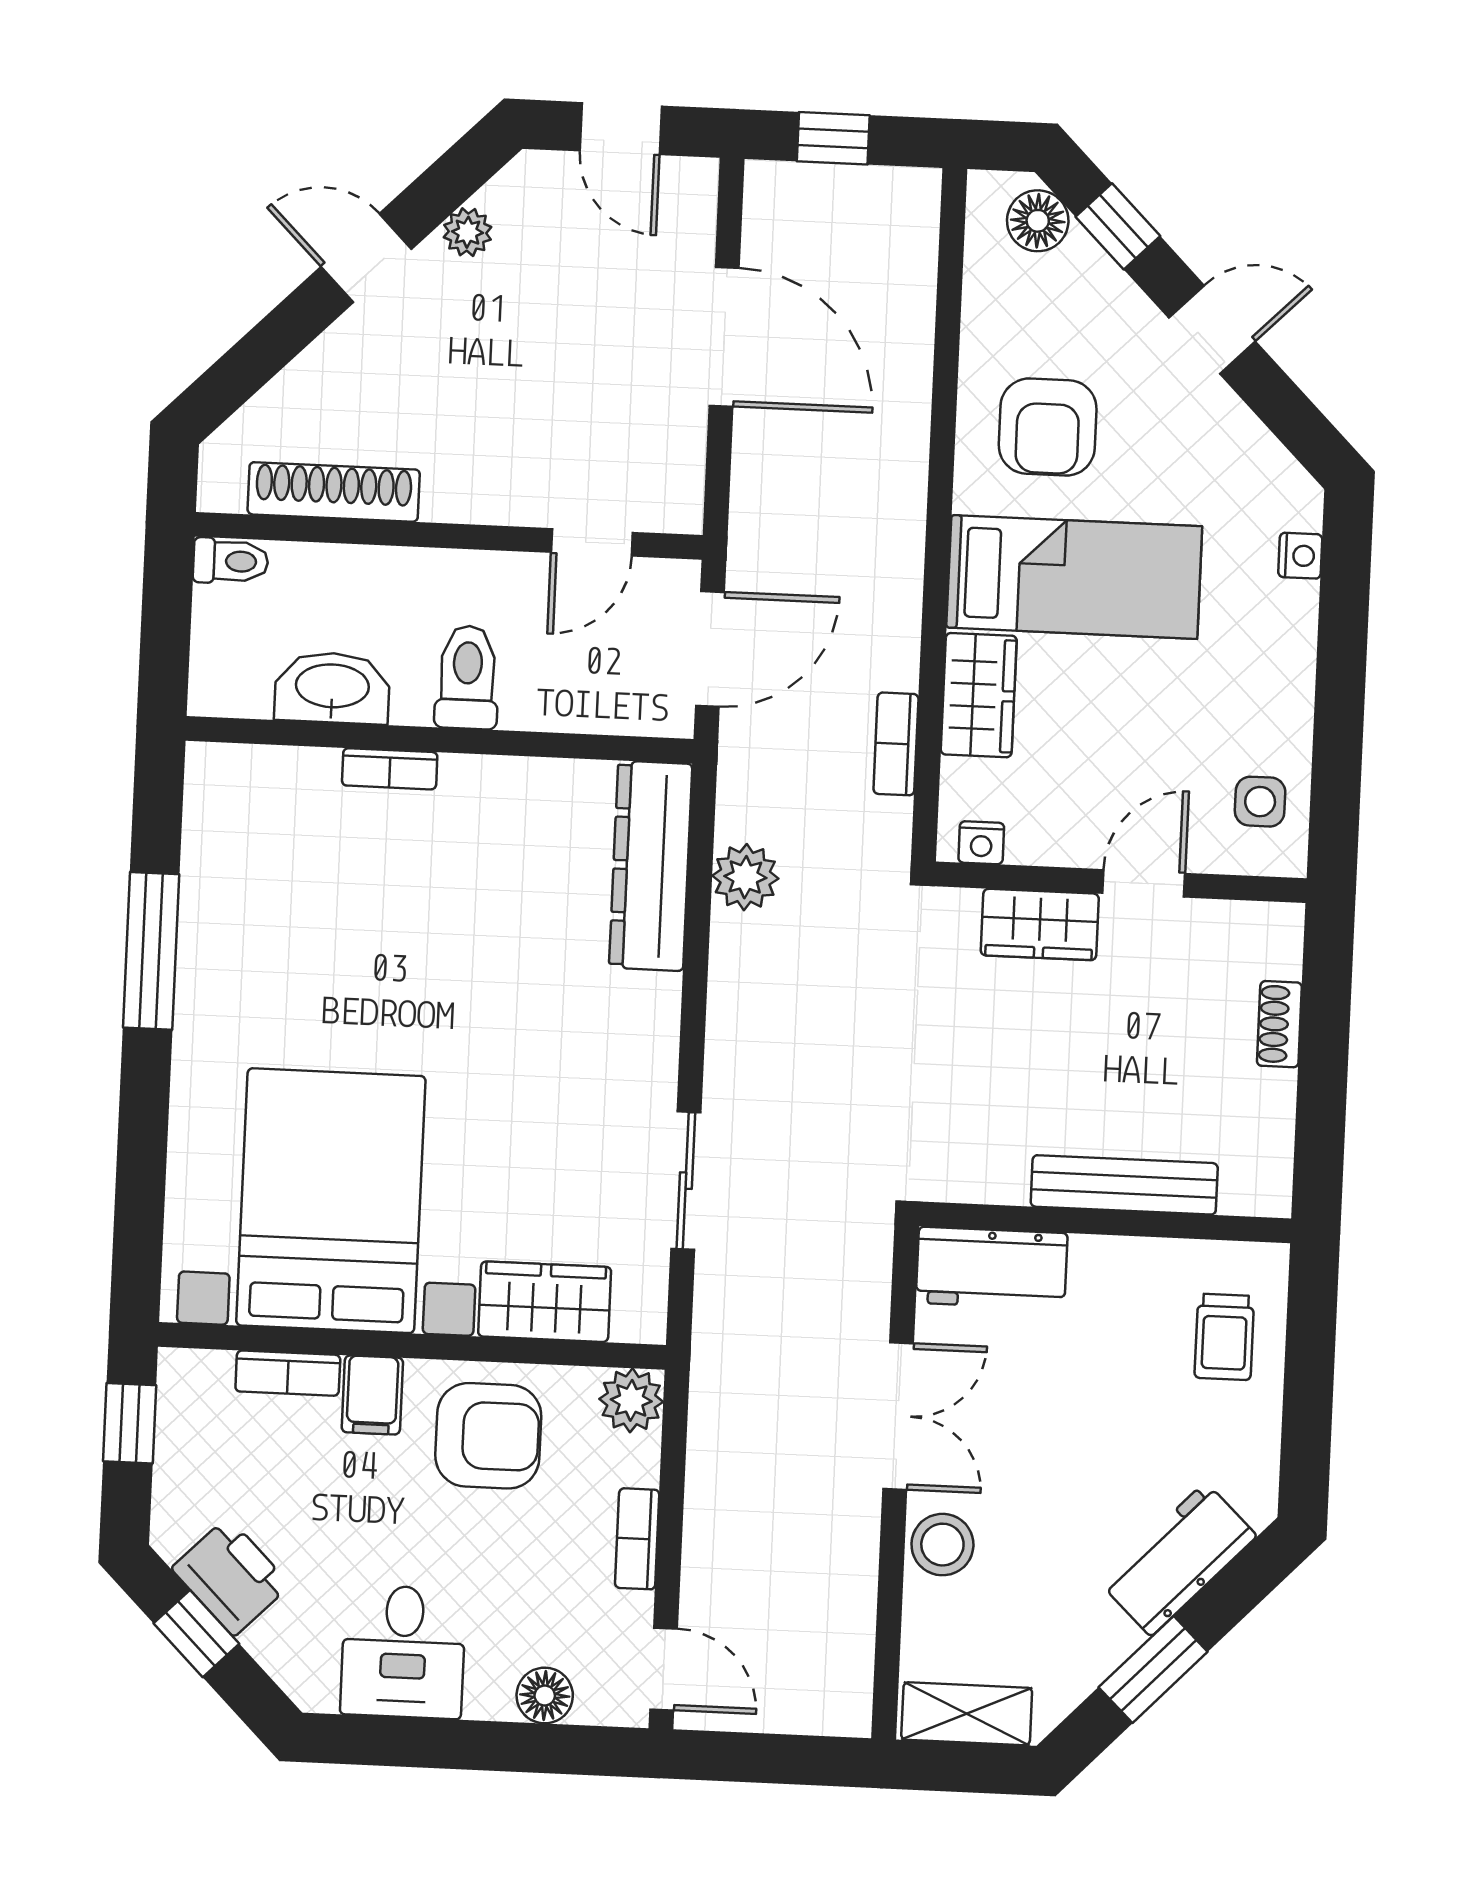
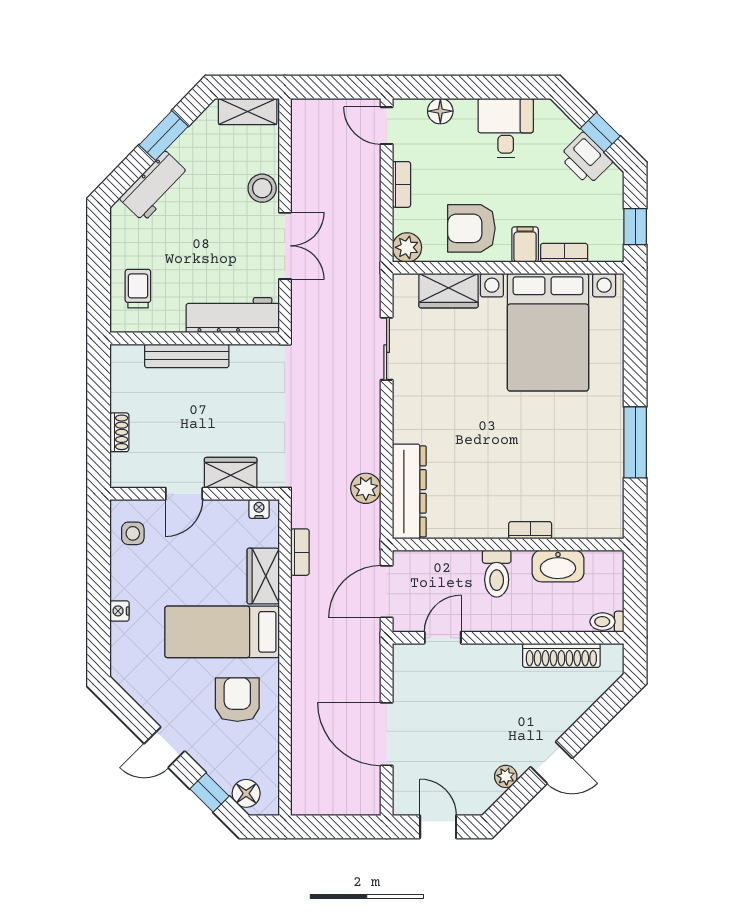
window: (833, 138) -> (341, 827), removed
nightstand: (1300, 556) -> (120, 611), moved
workbench: (992, 1268) -> (233, 315), width x1.38
double door: (898, 1416) -> (285, 246), swing flipped

